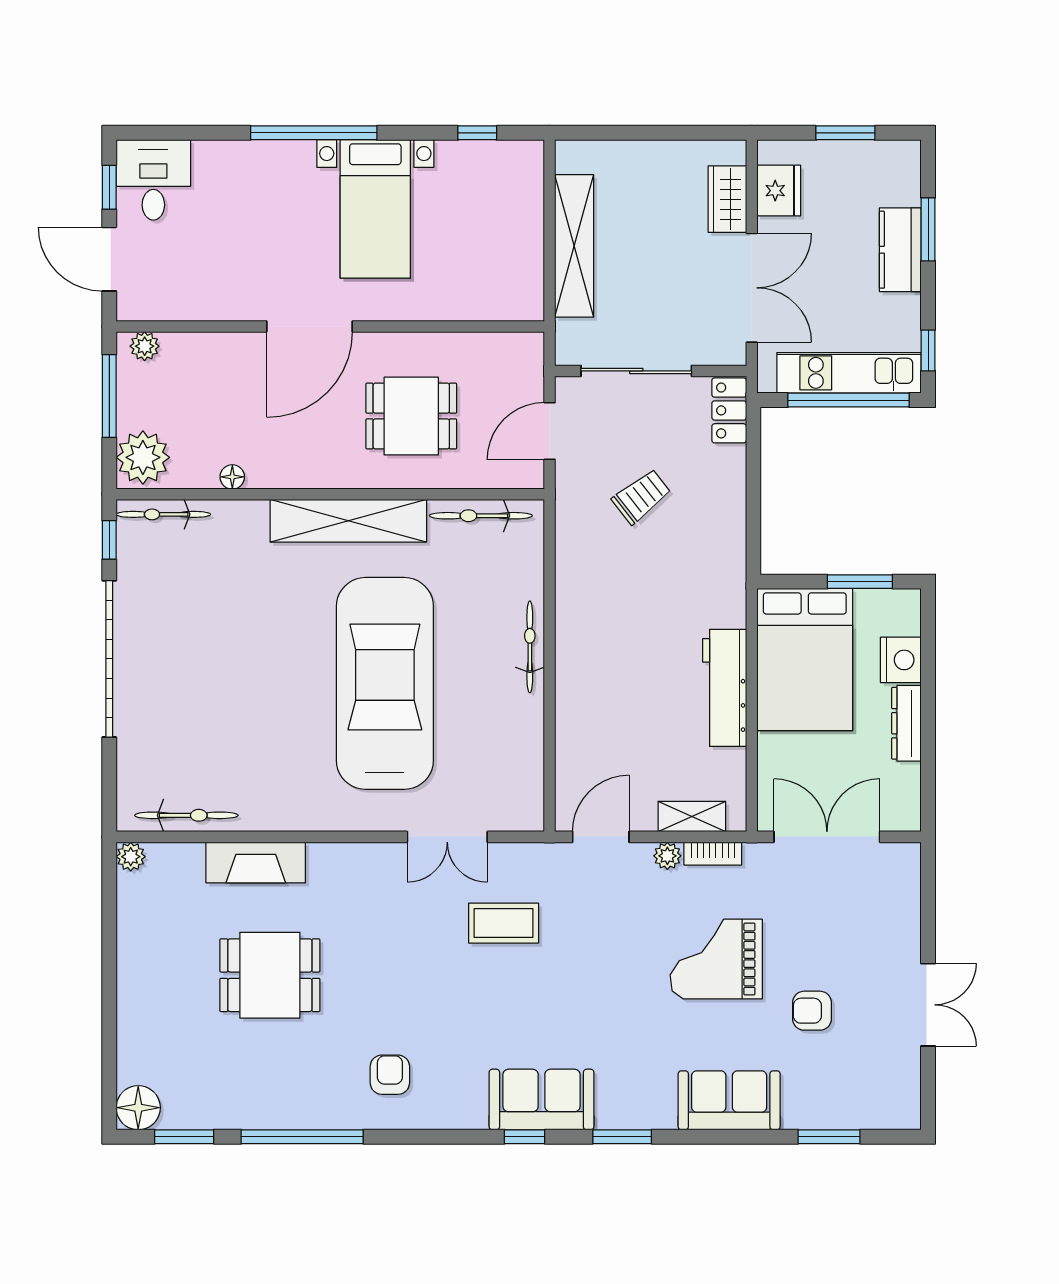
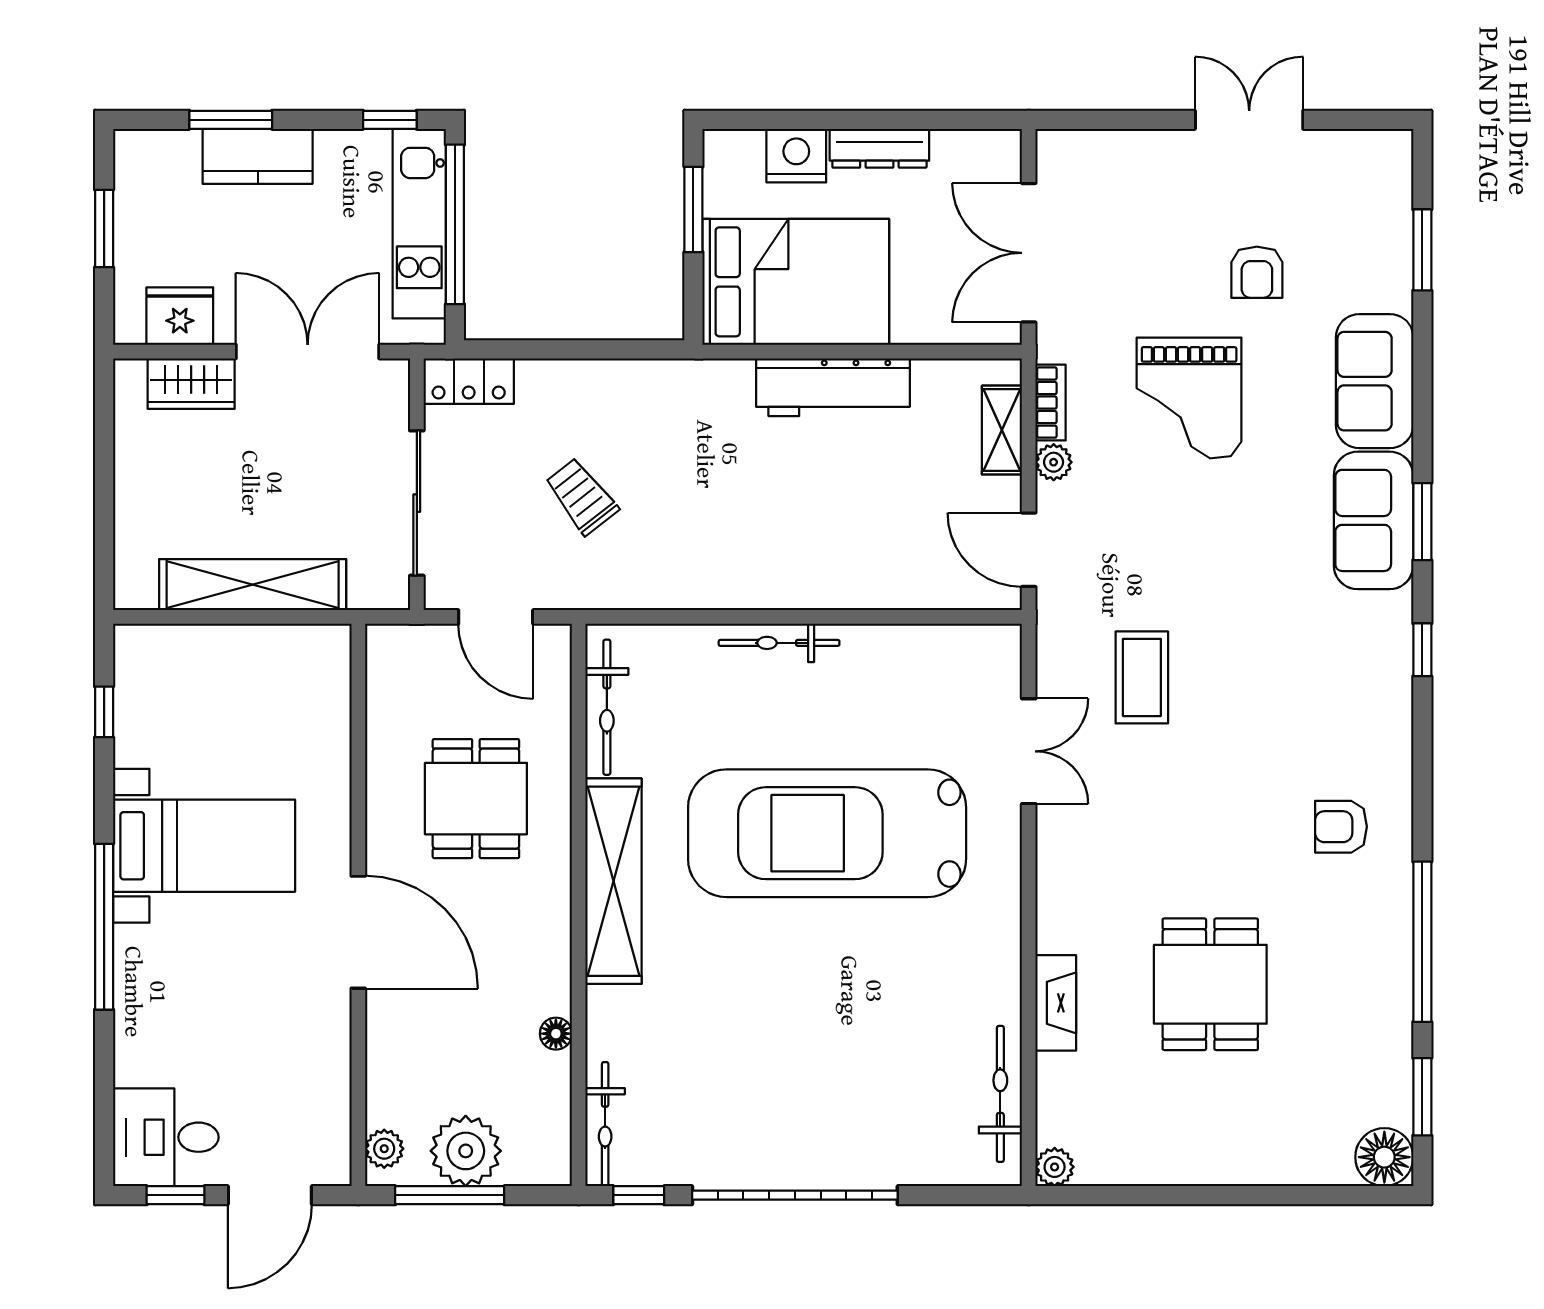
plant: (143, 457) -> (466, 1151), moved
fireplace: (256, 862) -> (1056, 1003), width x0.73, depth x0.76
sofa: (541, 1100) -> (1374, 520), moved

